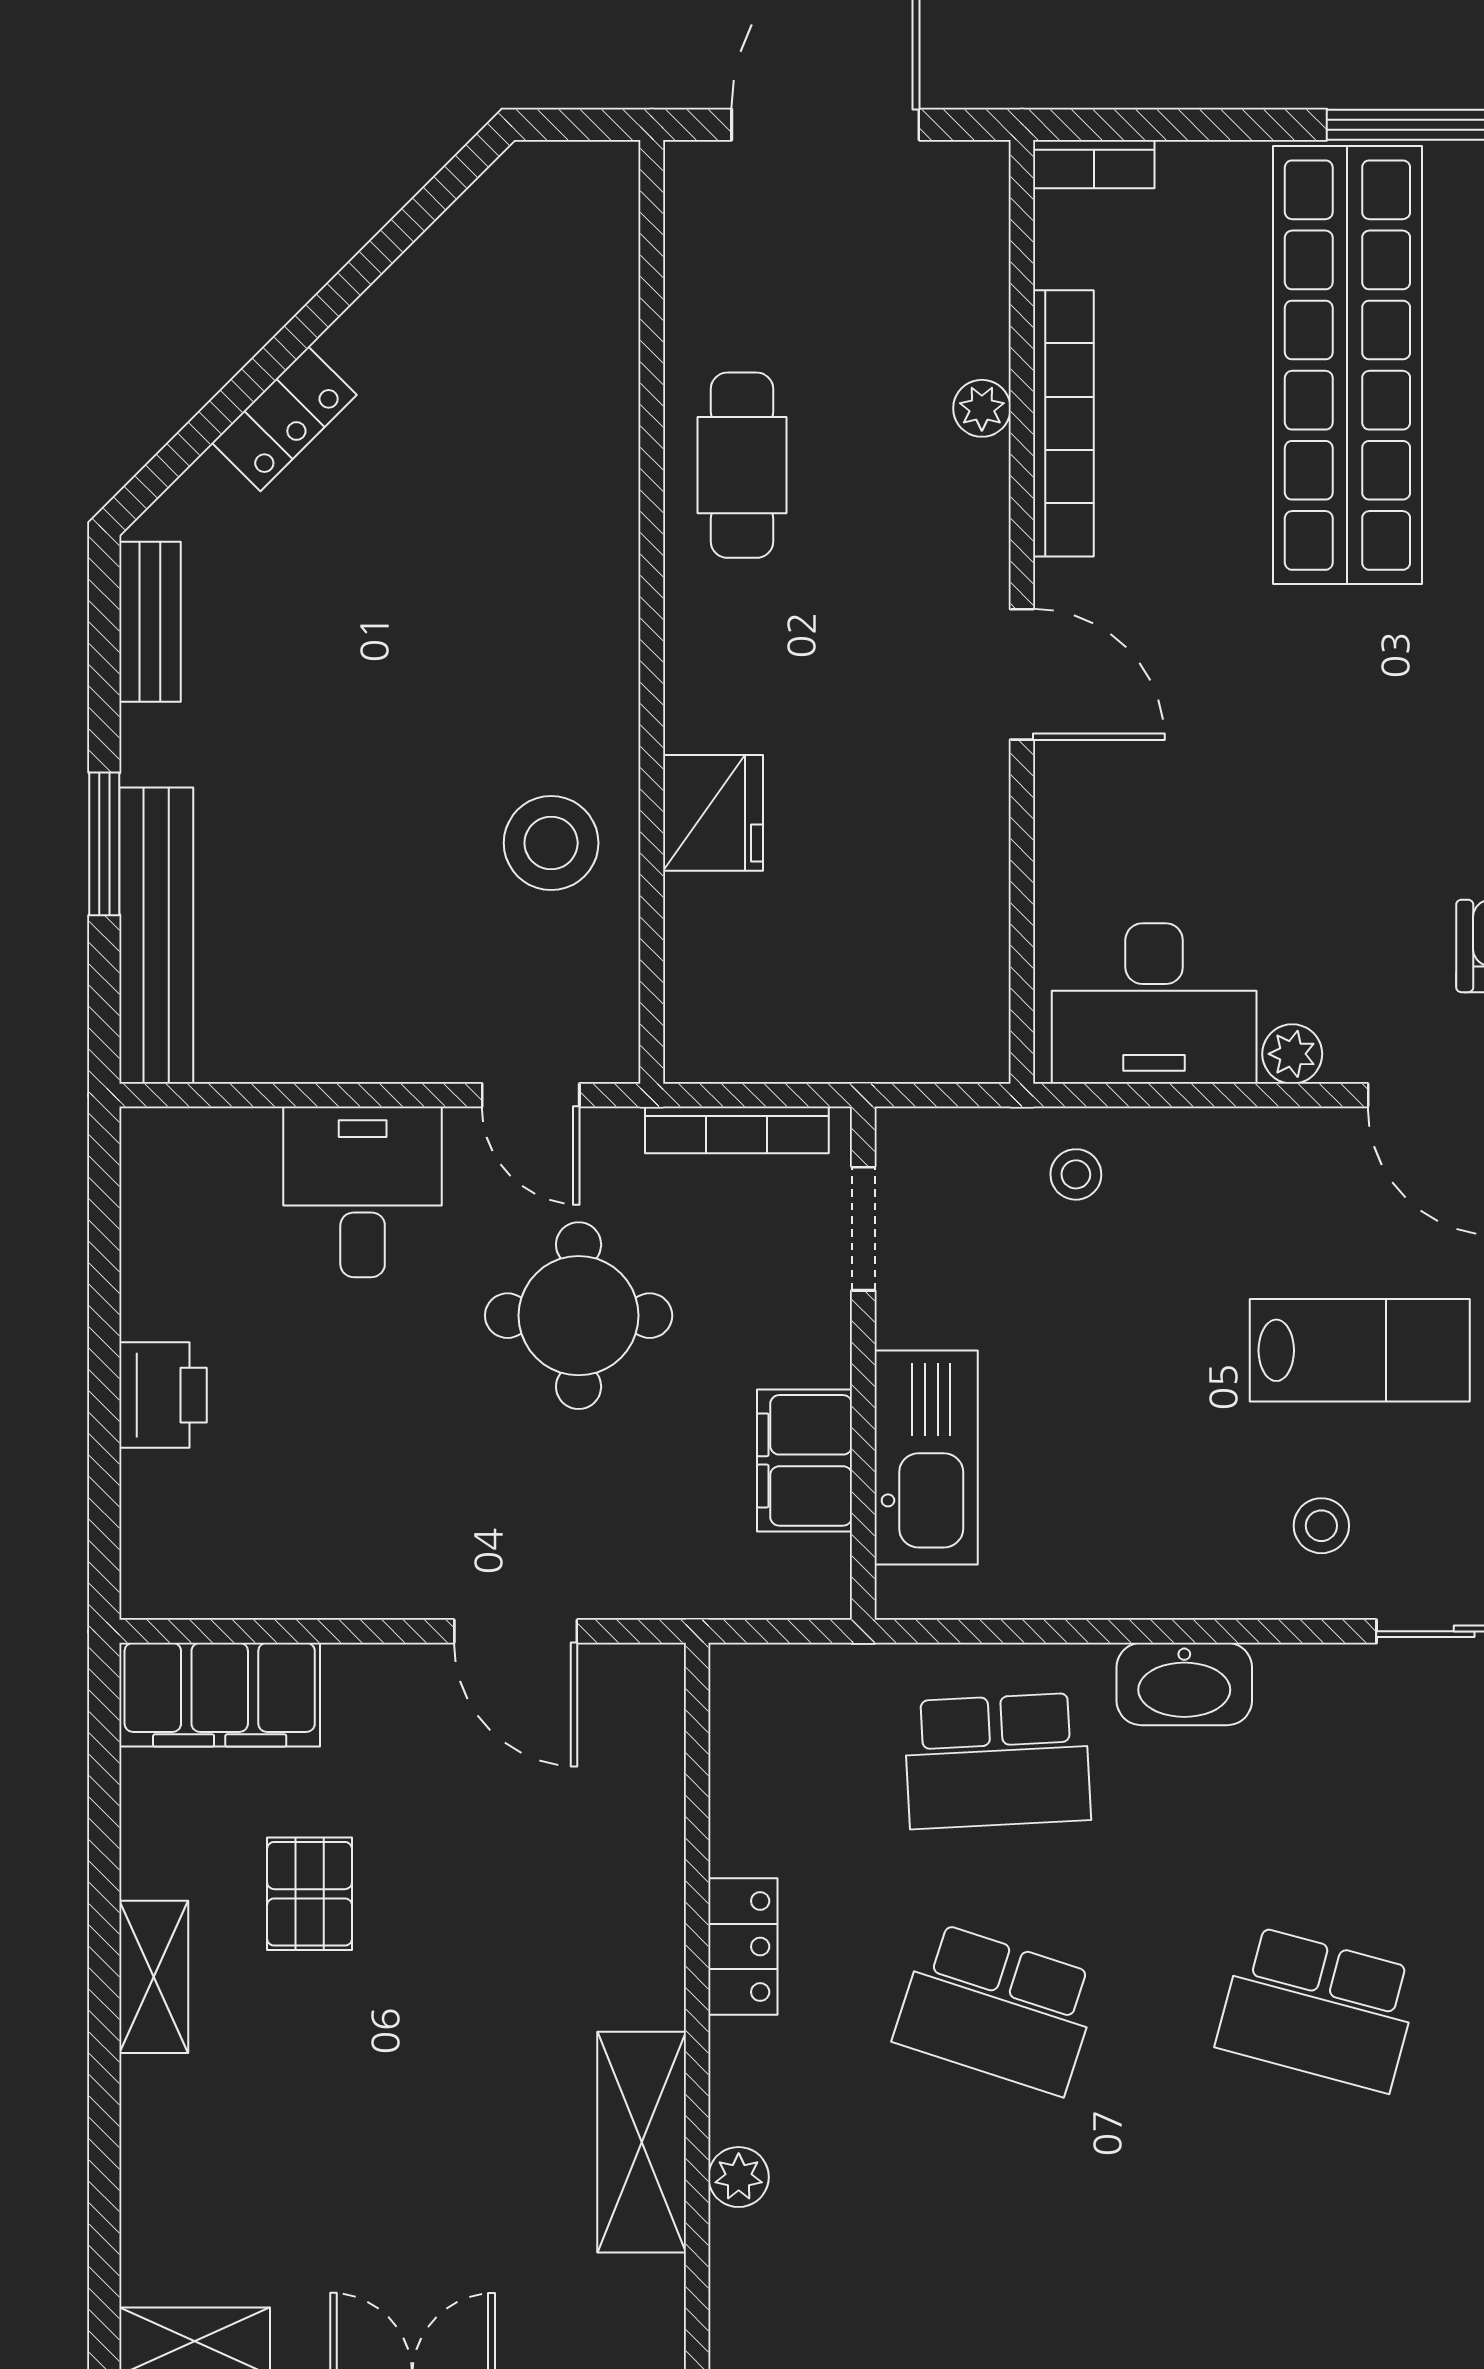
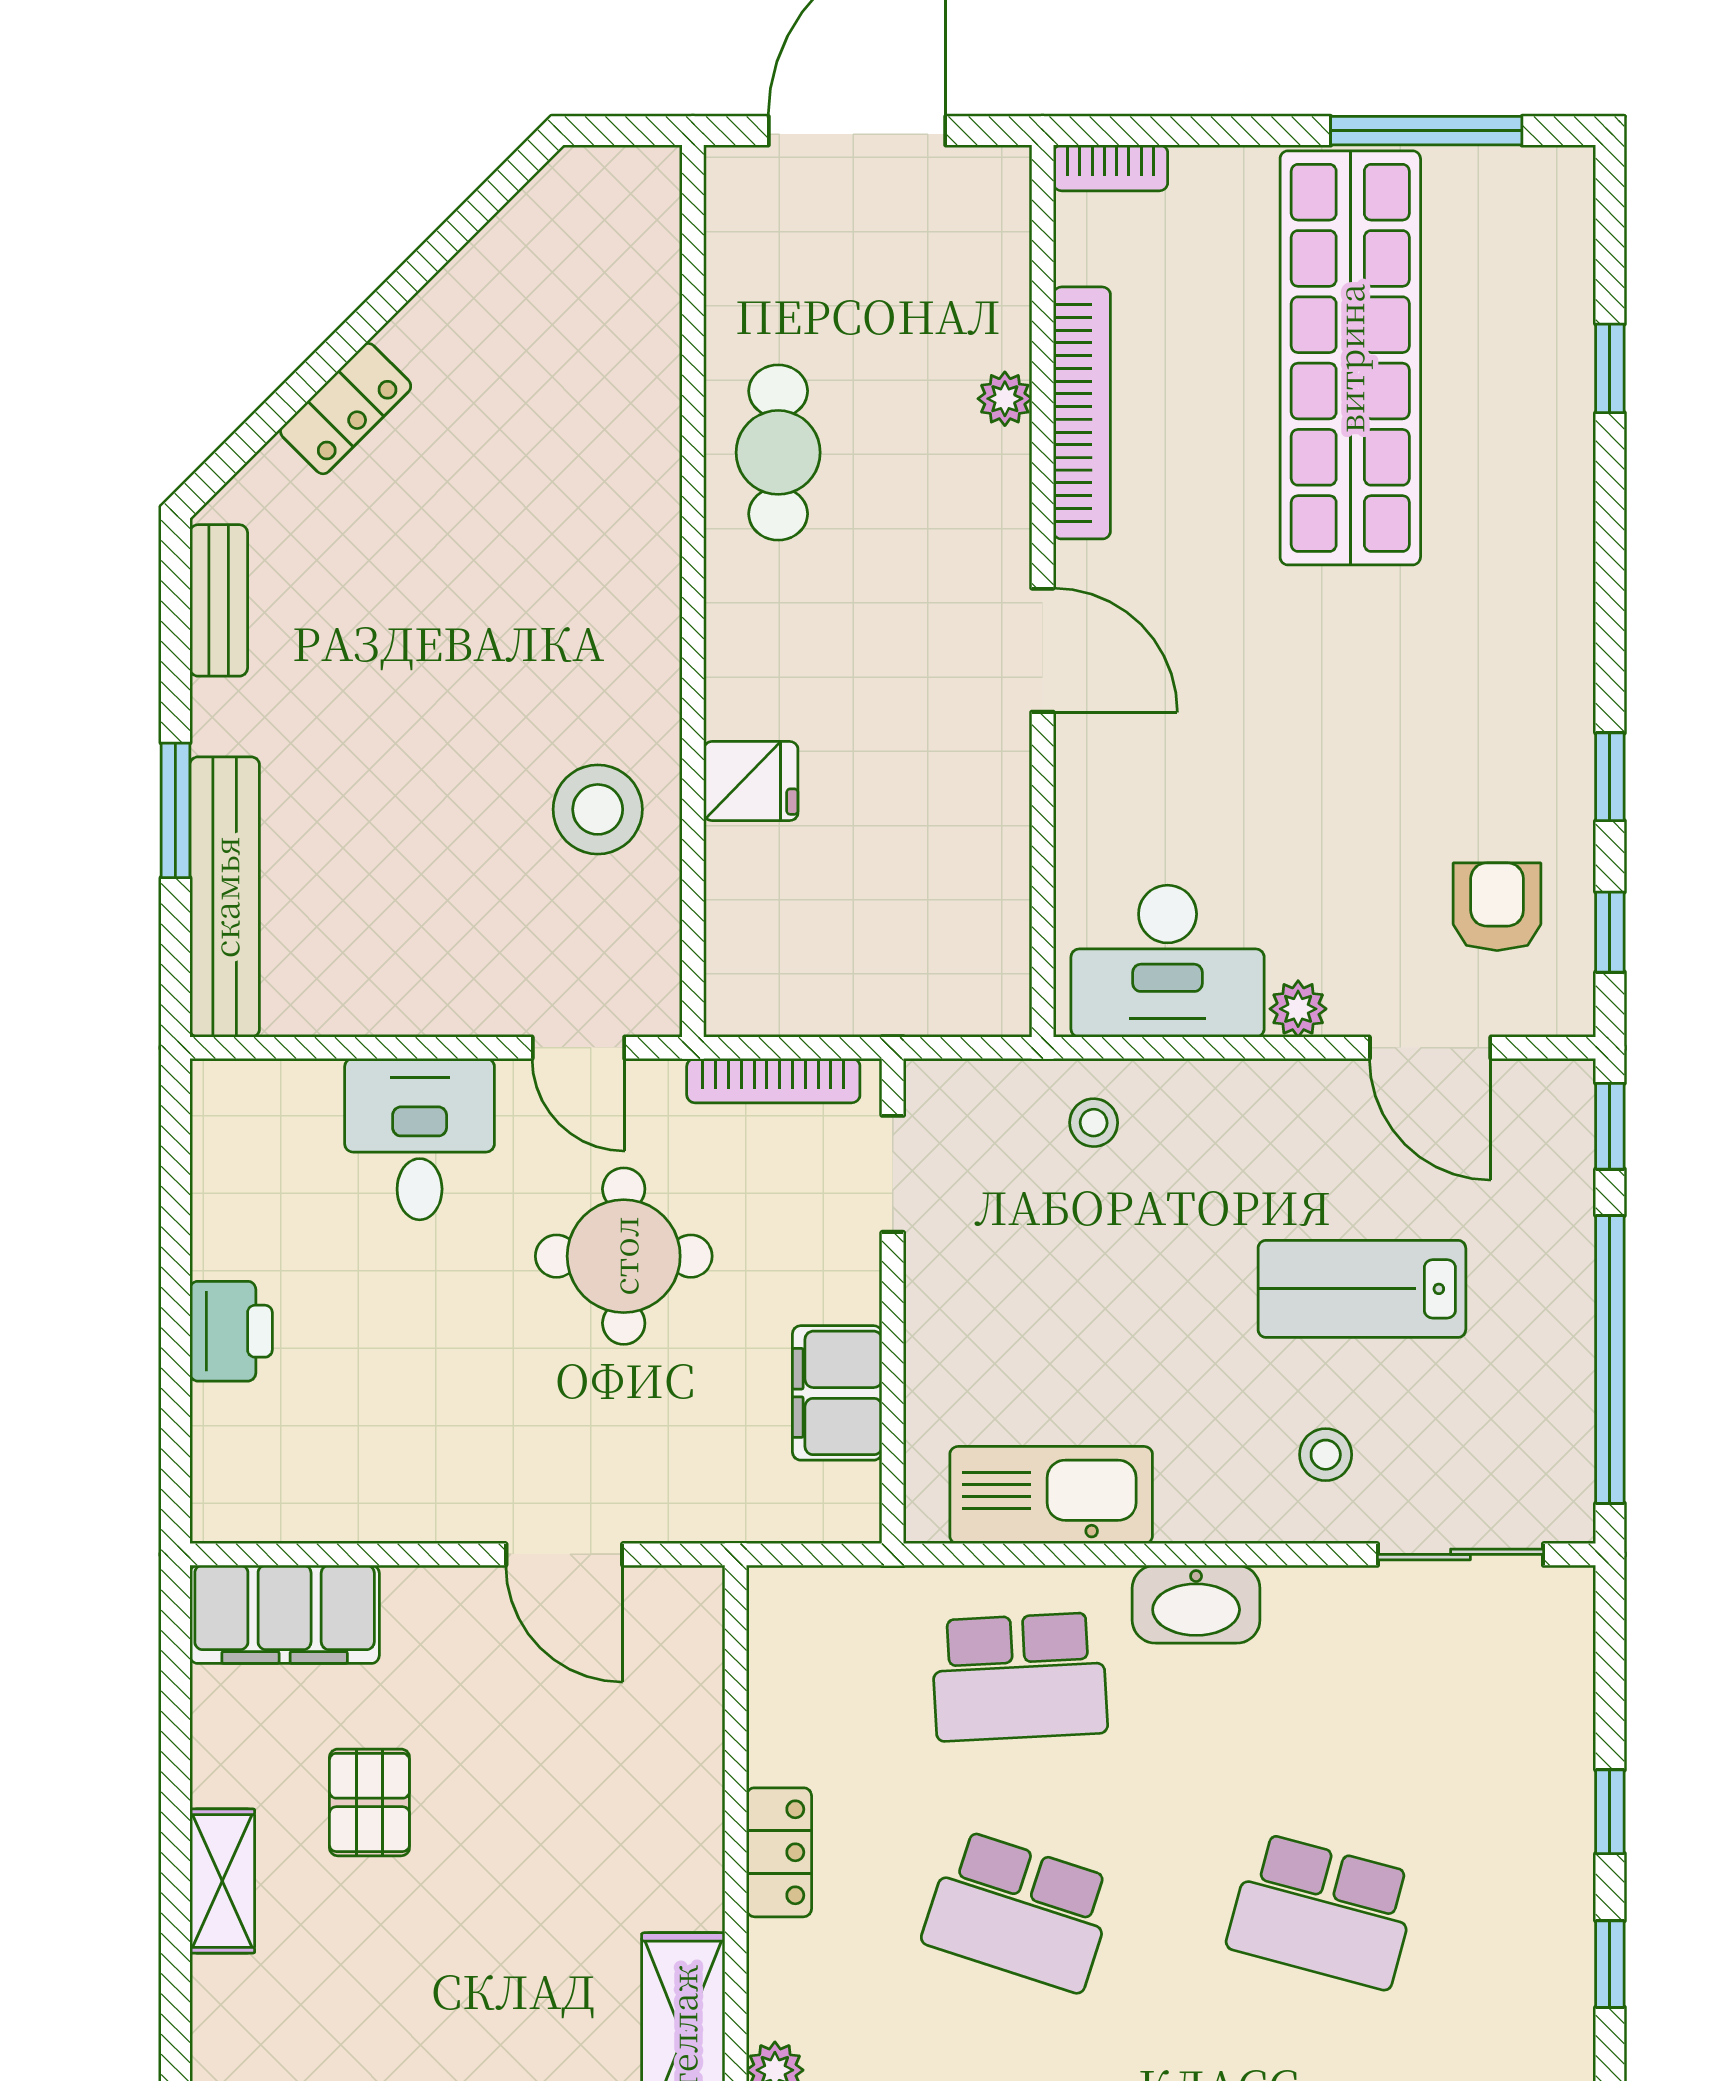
fridge: (713, 813) -> (751, 781), width x0.72
lab bench: (1360, 1350) -> (1362, 1289), turned 180
kitchen sink: (926, 1457) -> (1051, 1495), moved, turned -90

